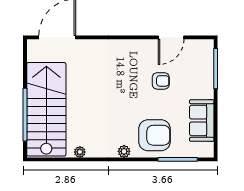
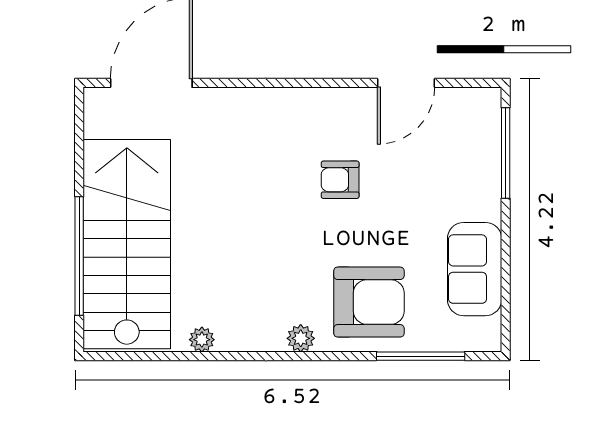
armchair: (161, 81) -> (340, 180), moved, turned 180

